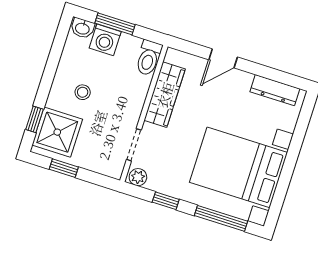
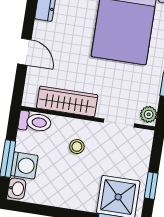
stool: (83, 92) -> (77, 147), moved

